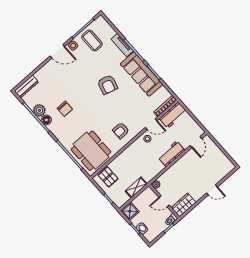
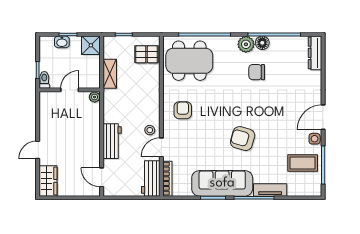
plant: (39, 110) -> (246, 44), moved
wardrobe: (184, 205) -> (48, 181), moved

